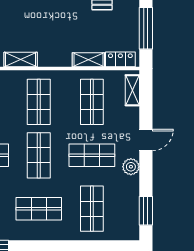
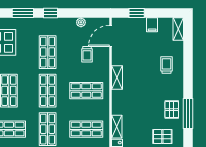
shop shelf: (39, 155) -> (48, 91), turned 90

